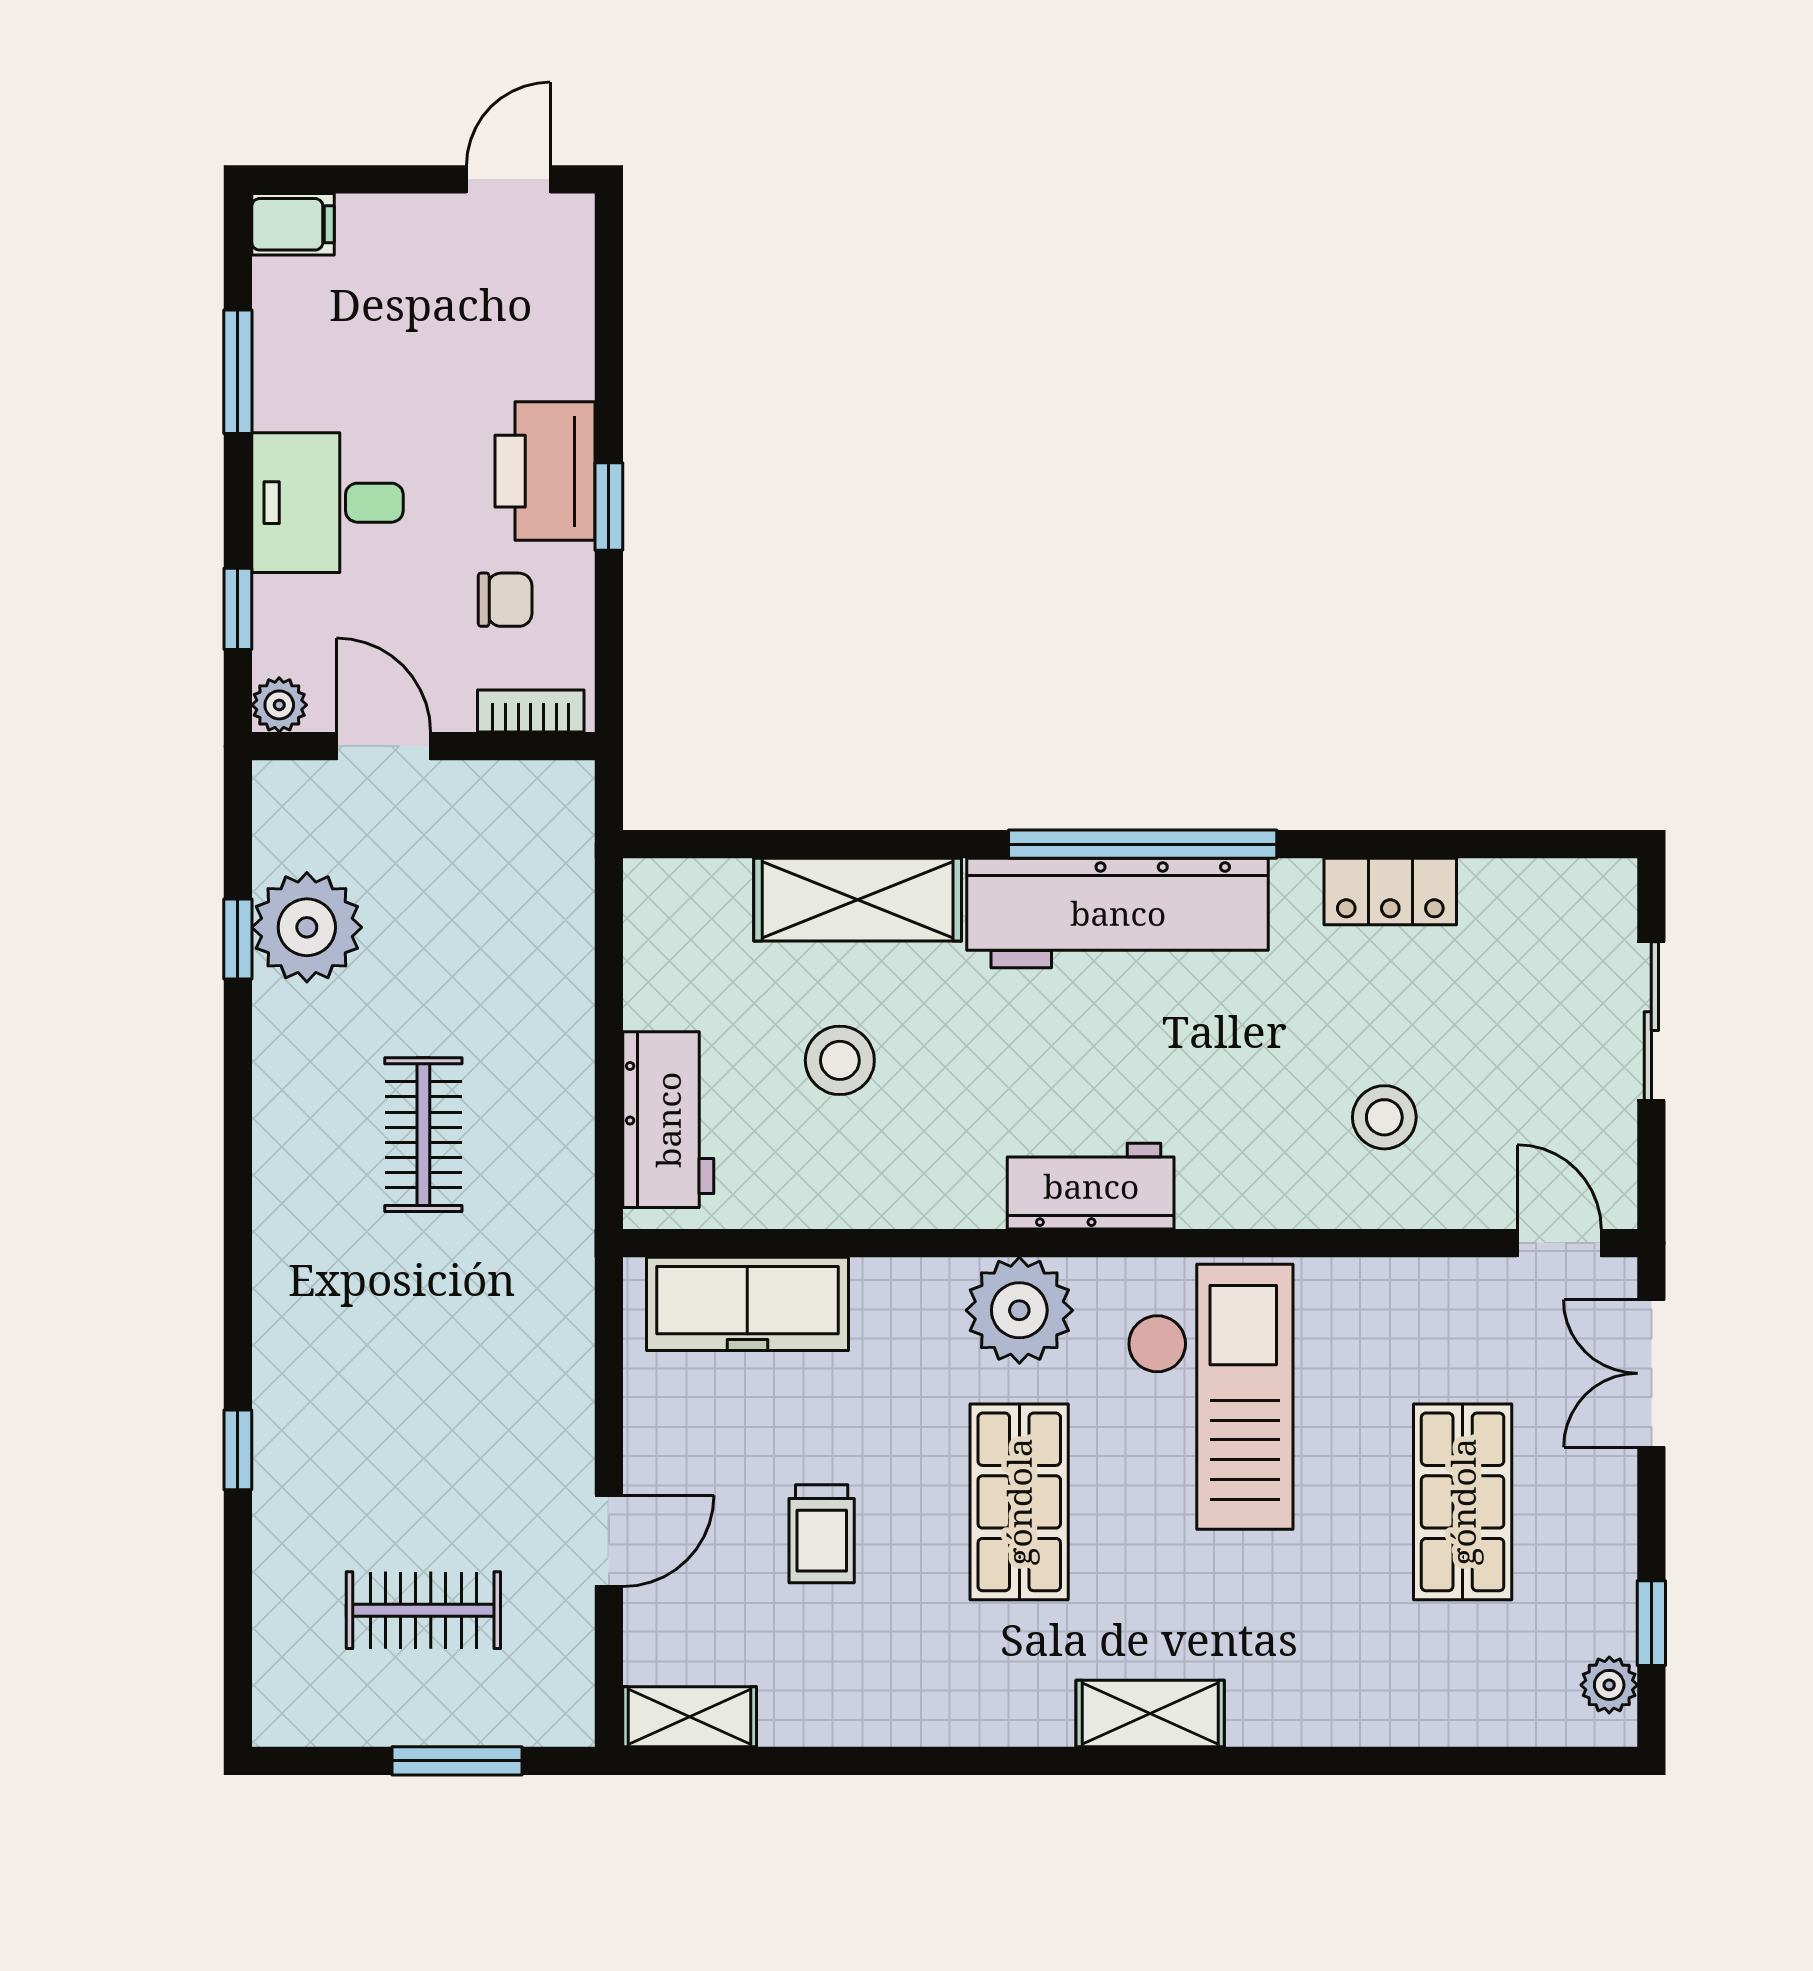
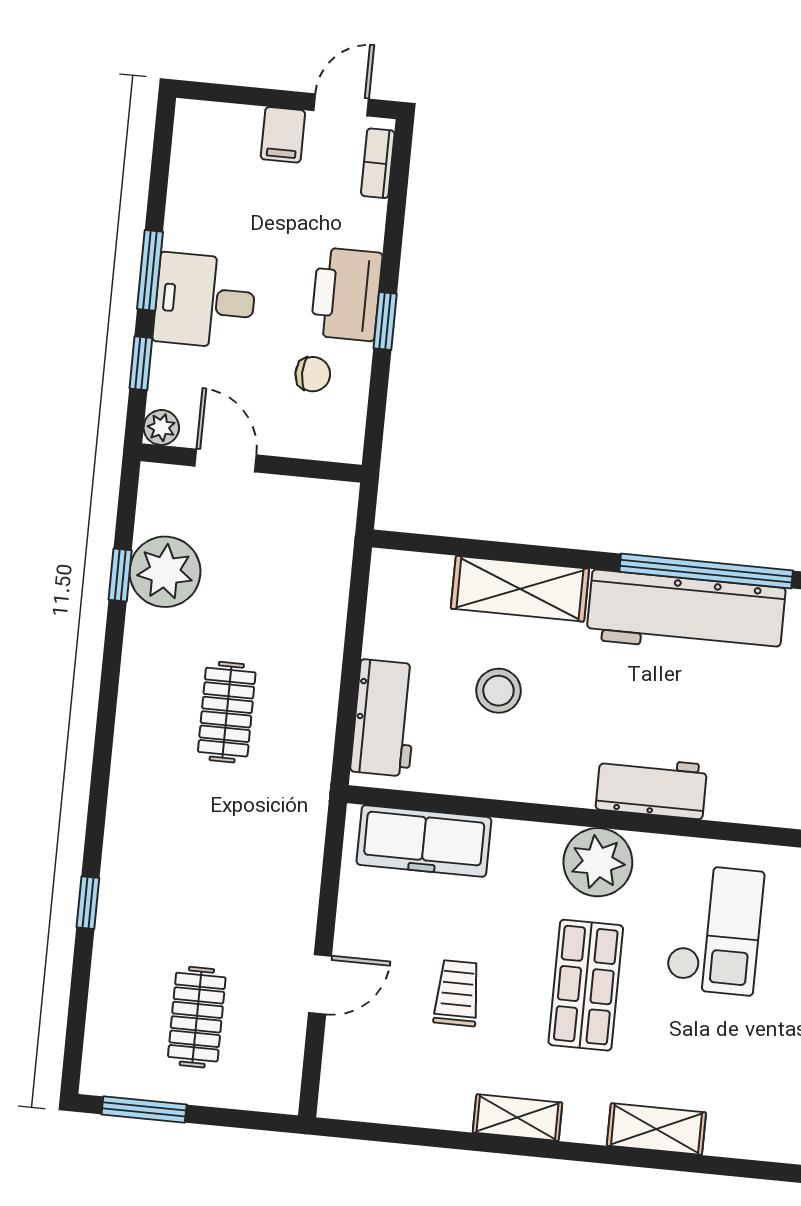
filing cabinet: (293, 224) -> (283, 135), moved, turned 90
window: (238, 372) -> (150, 270), moved
bookcase: (531, 711) -> (378, 163), moved, turned -90
checkout: (1210, 1397) -> (715, 930), width x0.73, depth x0.83
trolley: (822, 1534) -> (457, 993), turned 180
clothes rail: (423, 1610) -> (197, 1017), turned 90
shelving: (690, 1717) -> (518, 1118), moved
window: (457, 1761) -> (144, 1109), moved

